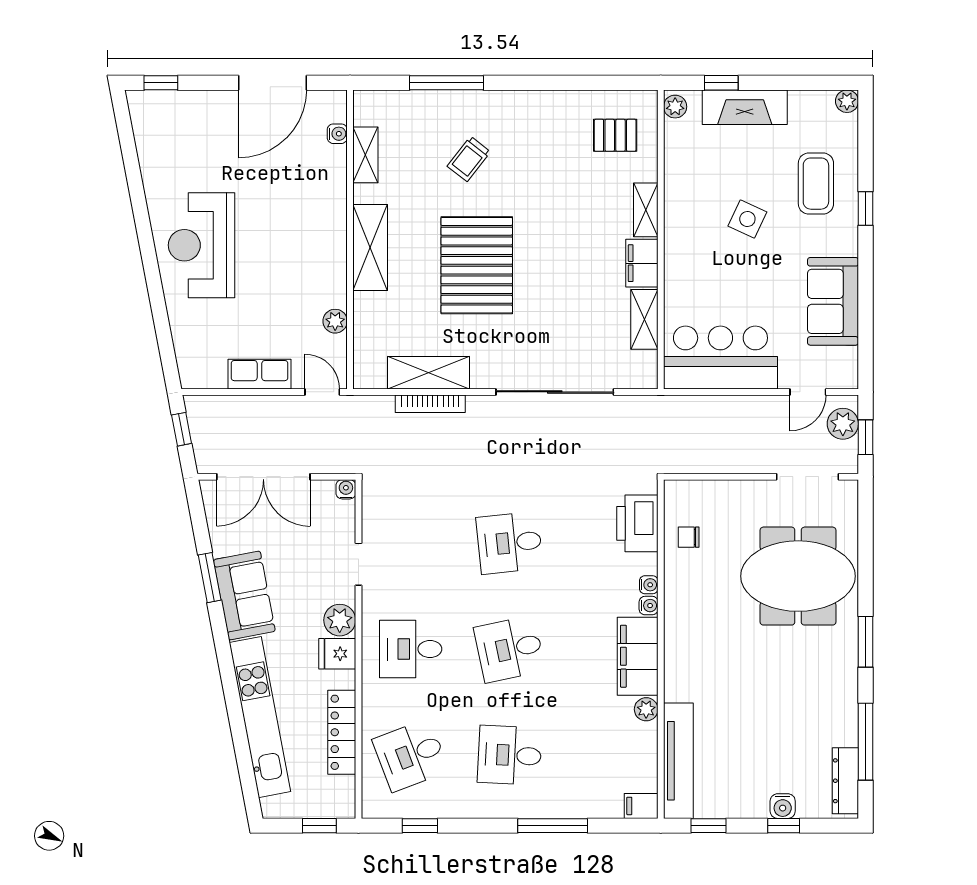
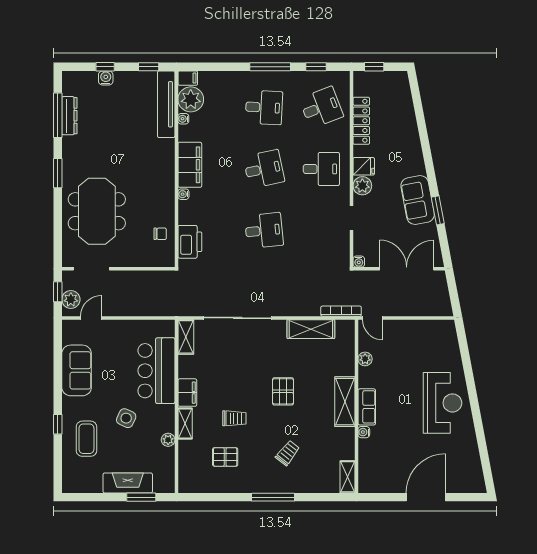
window: (161, 83) -> (466, 497), removed
door: (272, 83) -> (426, 497), moved
window: (446, 83) -> (273, 497), moved
window: (721, 83) -> (141, 497), width x1.50
plant: (847, 101) -> (68, 486), removed
plant: (675, 107) -> (168, 440), moved
water cooler: (337, 134) -> (364, 432), moved
pallet: (615, 135) -> (225, 457), moved
shelving: (365, 155) -> (348, 477), moved
trolley: (561, 219) -> (234, 418), added
pallet: (477, 265) -> (283, 391), width x0.49, depth x0.50
shelving: (644, 319) -> (186, 337), moved
bar counter: (720, 358) -> (156, 371), moved, turned 90
row of seats: (259, 374) -> (367, 407), moved, turned -90
bookcase: (430, 404) -> (341, 311), moved
window: (182, 429) -> (454, 296), removed
meeting table: (798, 576) -> (97, 211), turned 90
water cooler: (649, 585) -> (183, 119), moved
plant: (646, 709) -> (191, 99), moved, width x1.88, depth x1.88
kitchen unit: (260, 717) -> (409, 130), removed
dresser: (845, 781) -> (69, 116), moved
window: (553, 826) -> (270, 67), moved

